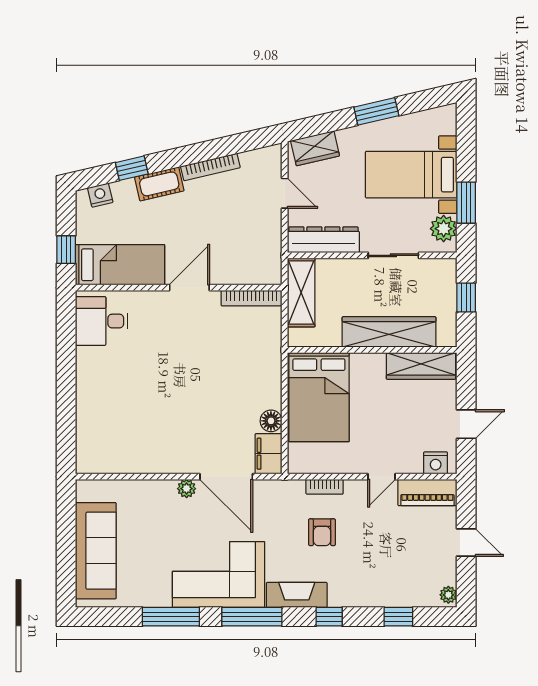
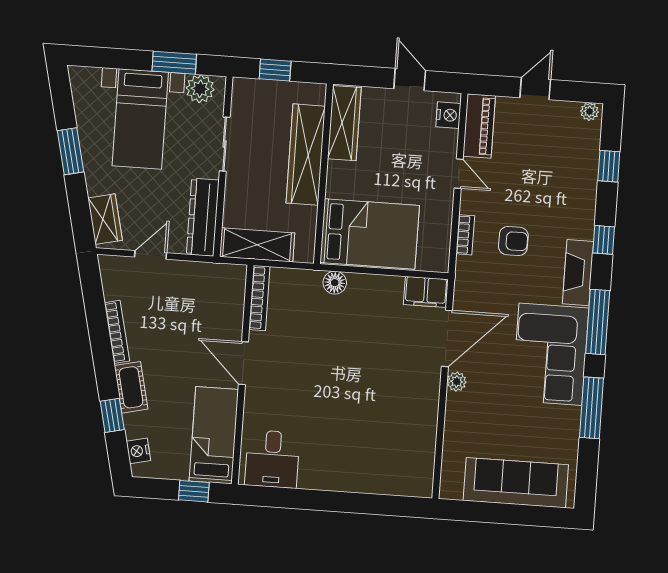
floor lamp: (271, 421) -> (335, 283), moved

